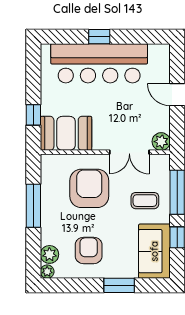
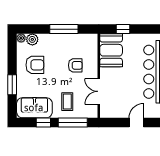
plant: (161, 142) -> (106, 112), removed
armchair: (89, 188) -> (75, 65), width x0.53, depth x0.53

